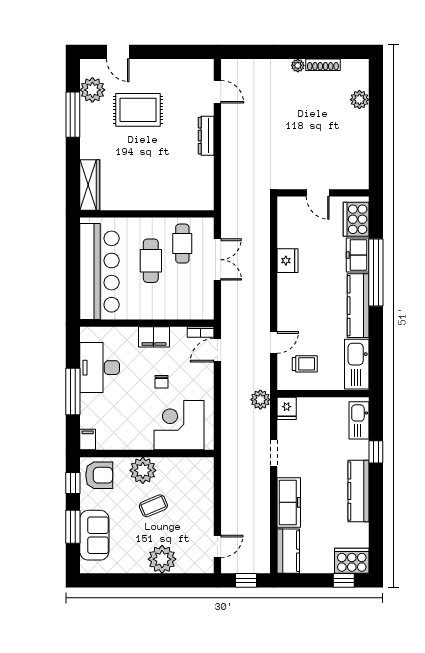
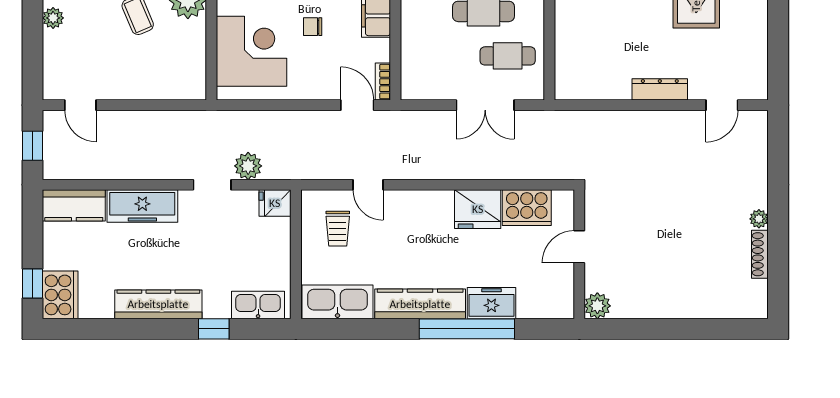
plant: (359, 100) -> (597, 306), moved
cooker: (356, 219) -> (527, 208), moved, turned 180
fridge: (287, 261) -> (478, 209), width x1.36, depth x1.34
plant: (260, 400) -> (248, 166), moved
plant: (162, 559) -> (53, 18), width x0.53, depth x0.53

